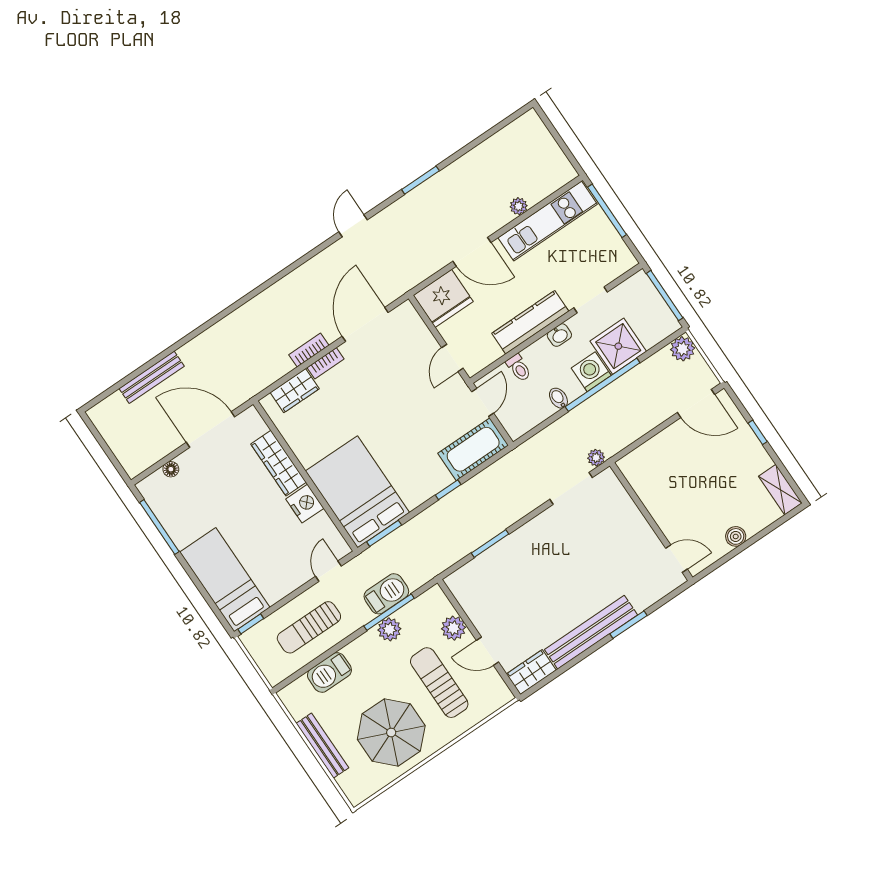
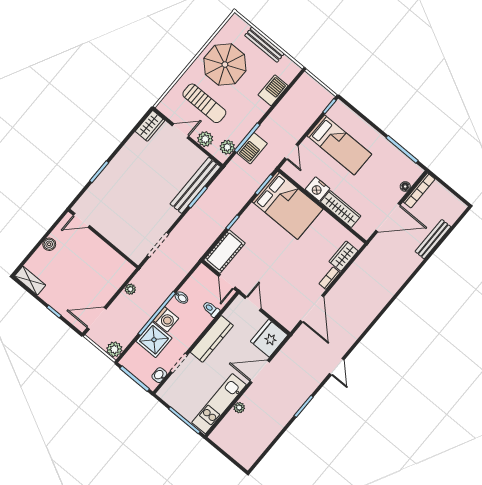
washbasin: (559, 335) -> (159, 375), moved
bookcase: (309, 350) -> (419, 191), moved, width x1.56
plant: (596, 458) -> (130, 289), moved
bed: (225, 580) -> (339, 145), moved
sun lounger: (309, 627) -> (293, 114), removed
plant: (389, 629) -> (227, 147), moved
bench: (591, 632) -> (195, 185), moved

